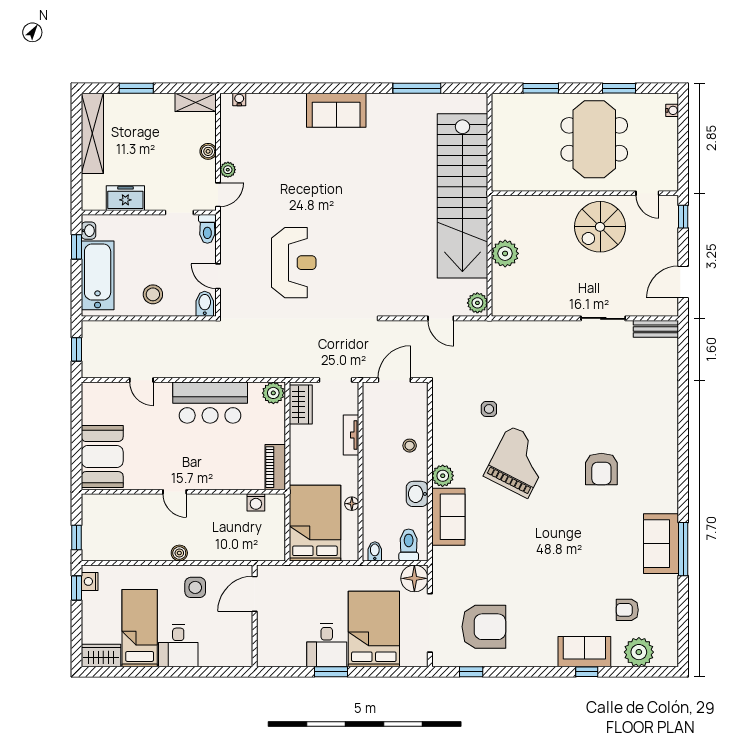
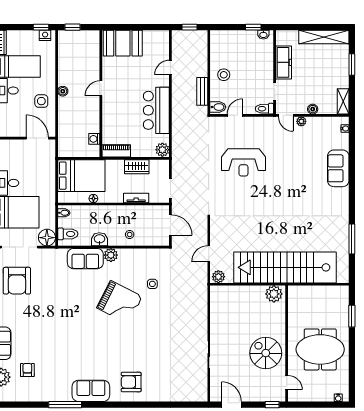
window: (619, 88) -> (352, 365), removed
sofa: (336, 110) -> (338, 168), moved
door: (647, 193) -> (287, 383), swing flipped
freezer: (125, 198) -> (284, 62), width x1.40
plant: (505, 253) -> (274, 294), moved
bathtub: (98, 275) -> (235, 40), removed
bench: (656, 329) -> (202, 91), moved
wardrobe: (301, 404) -> (137, 167), moved
armchair: (601, 469) -> (131, 382), moved
sofa: (661, 544) -> (91, 391), moved

